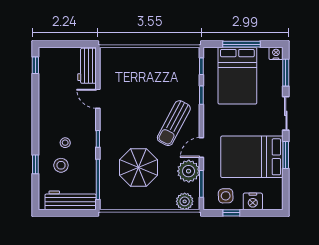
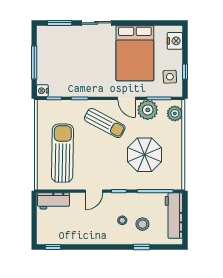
nightstand: (276, 53) -> (42, 91), moved
sun lounger: (140, 76) -> (62, 153), added
bed: (237, 76) -> (62, 66), removed
door: (98, 99) -> (94, 191), moved
window: (286, 155) -> (133, 23), removed
nightstand: (253, 201) -> (175, 41), moved

